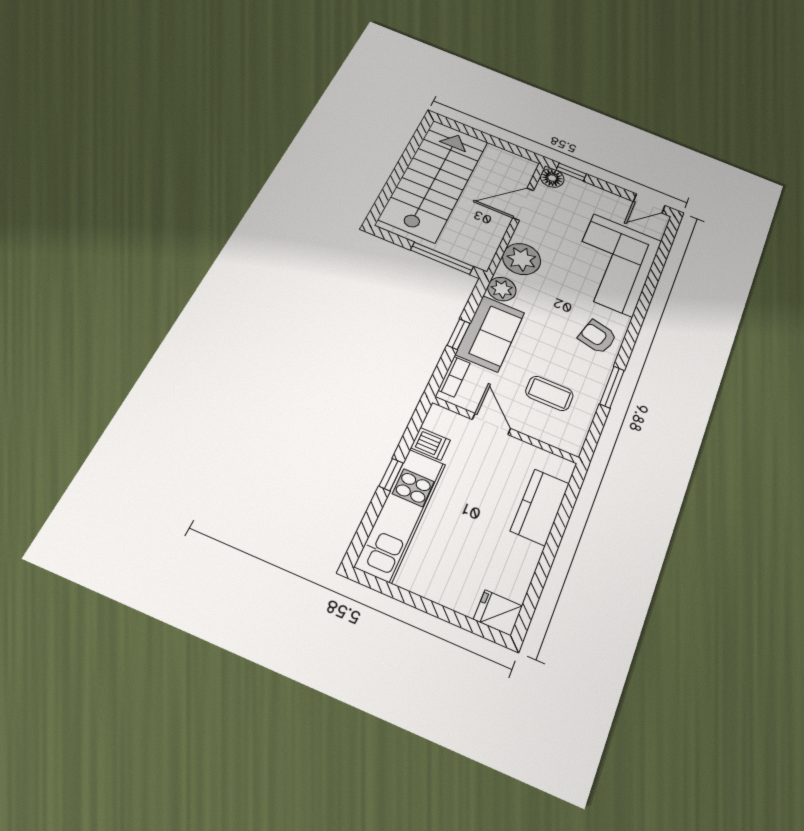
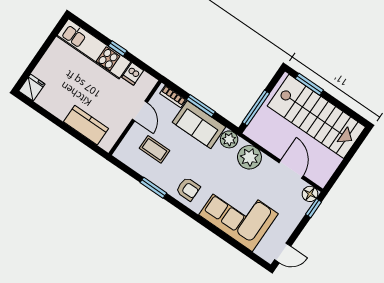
window: (387, 193) -> (309, 84), added
door: (649, 204) -> (283, 253), swing flipped
window: (458, 334) -> (201, 106), width x1.50
armchair: (598, 337) -> (188, 189), turned 76
coffee table: (549, 393) -> (154, 149), turned 90
door: (491, 424) -> (140, 111), hinge flipped

